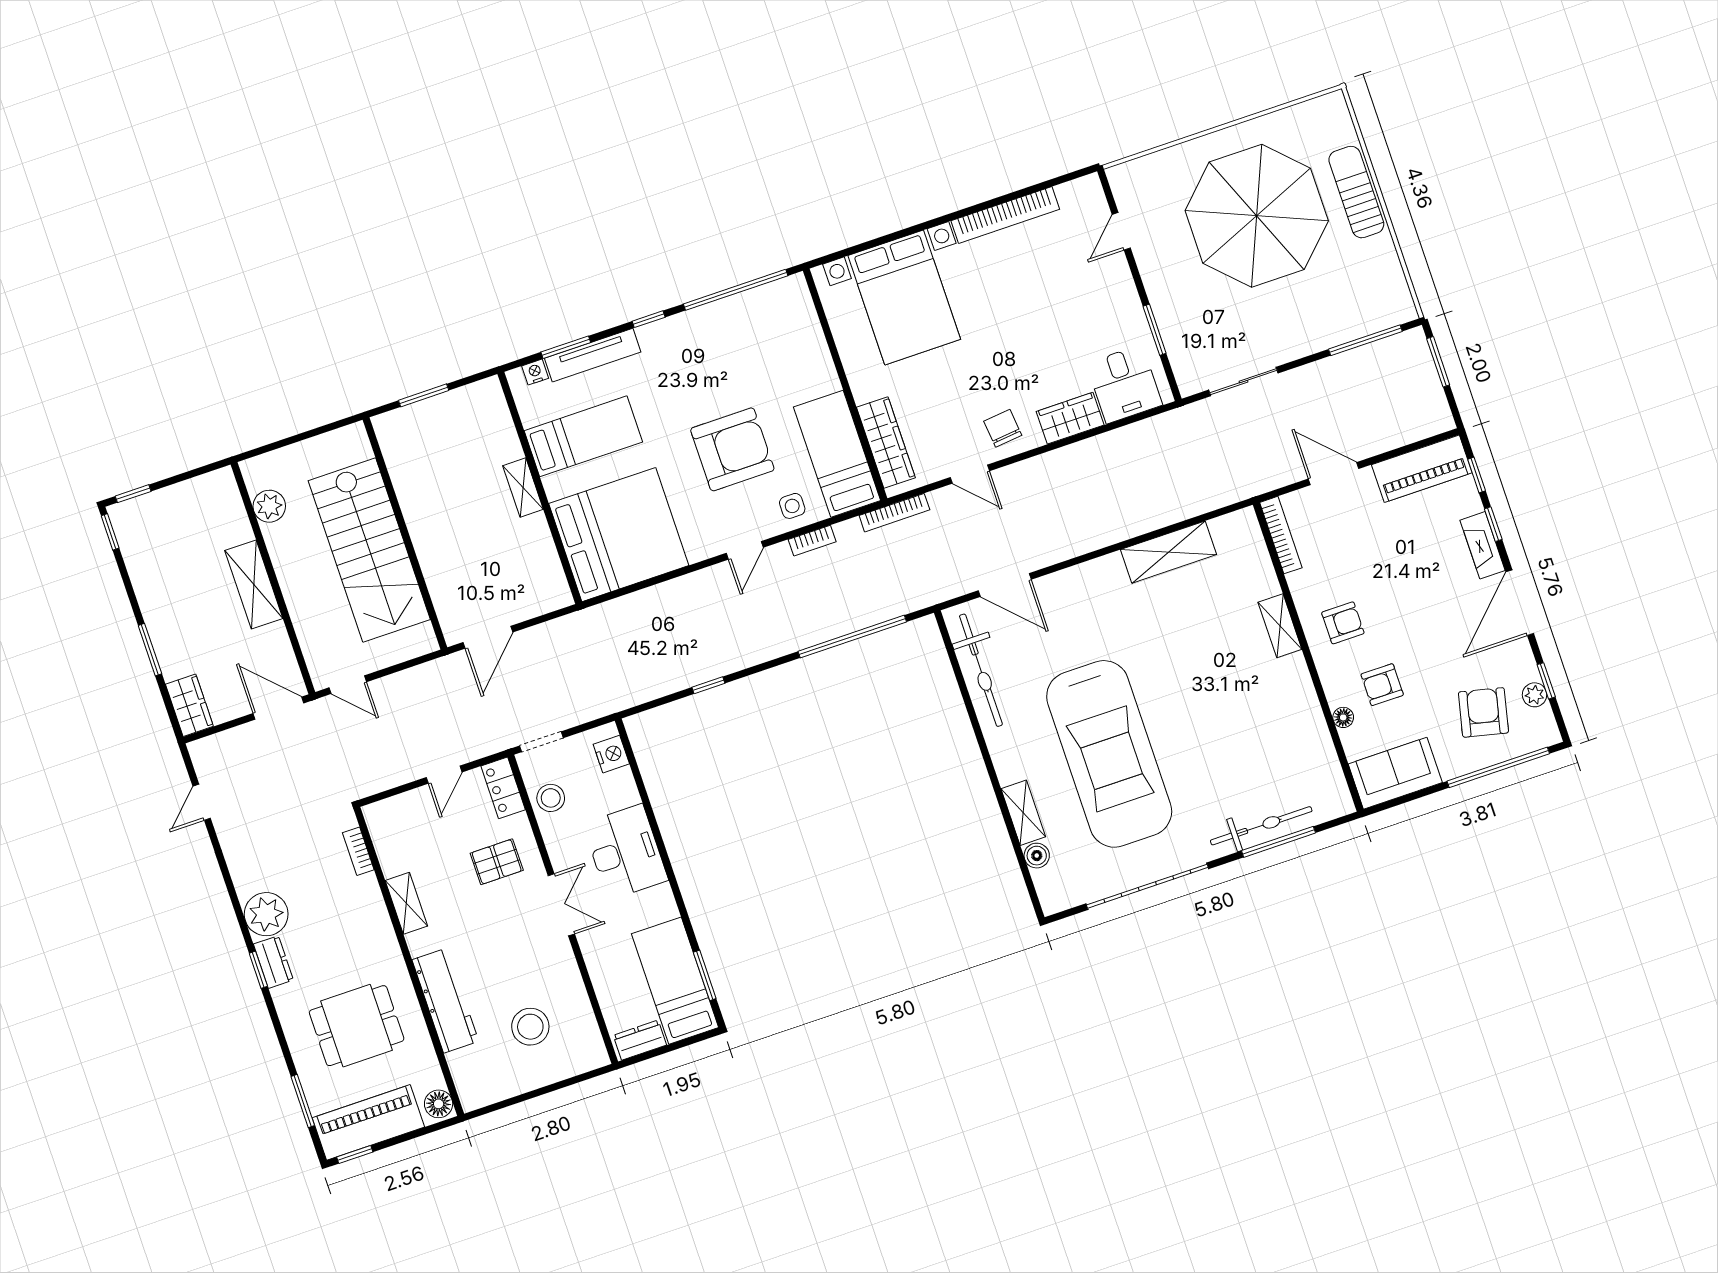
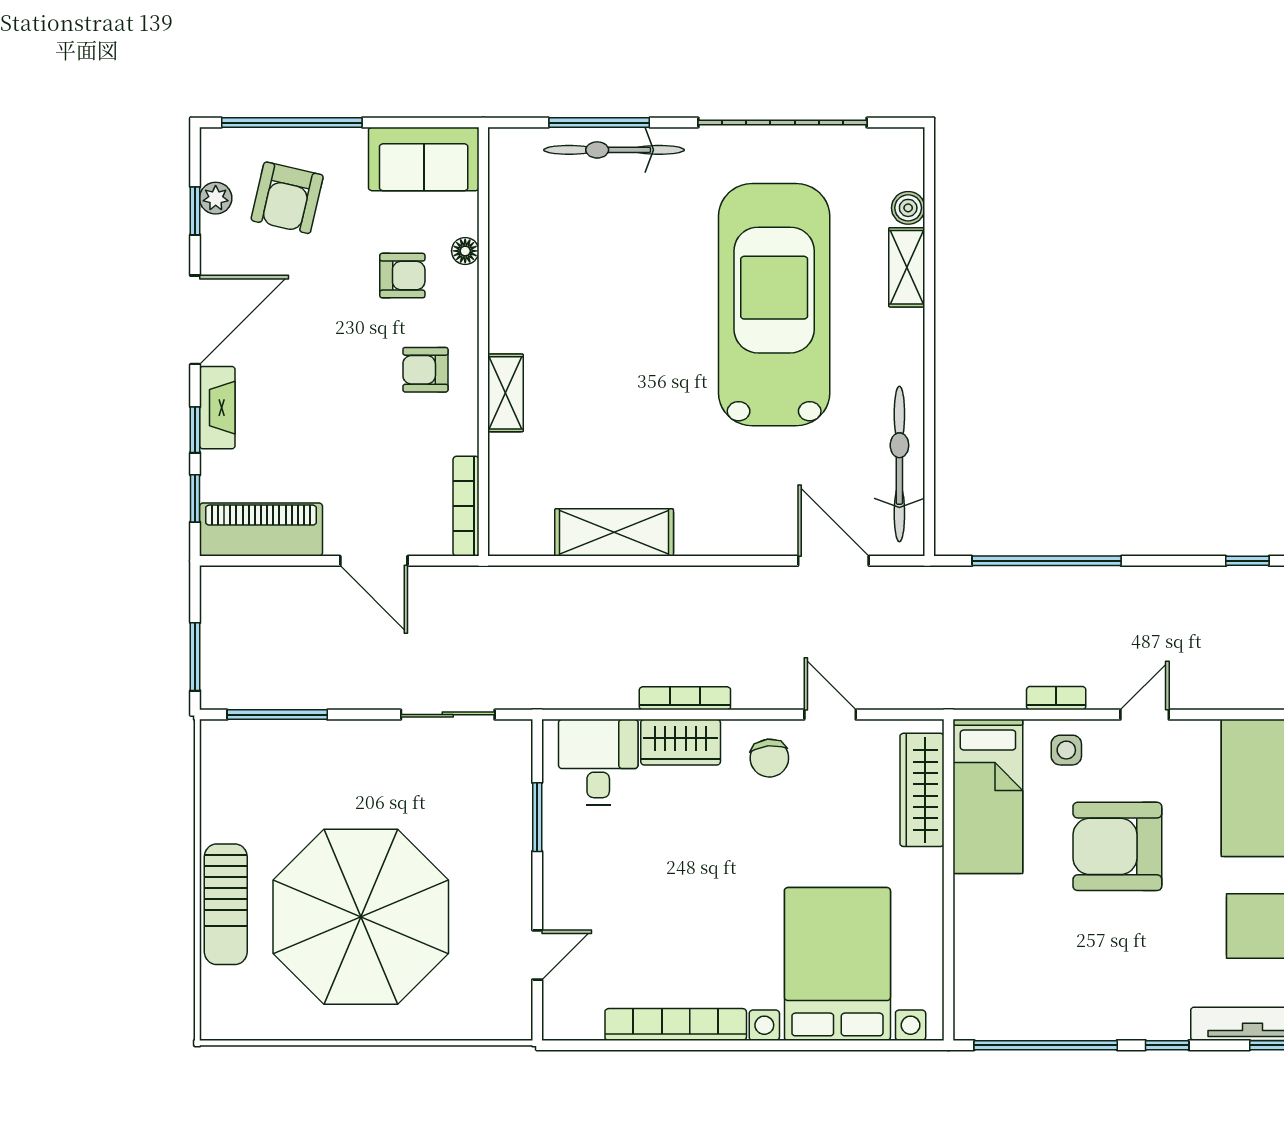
bookcase: (894, 513) -> (685, 698), moved

